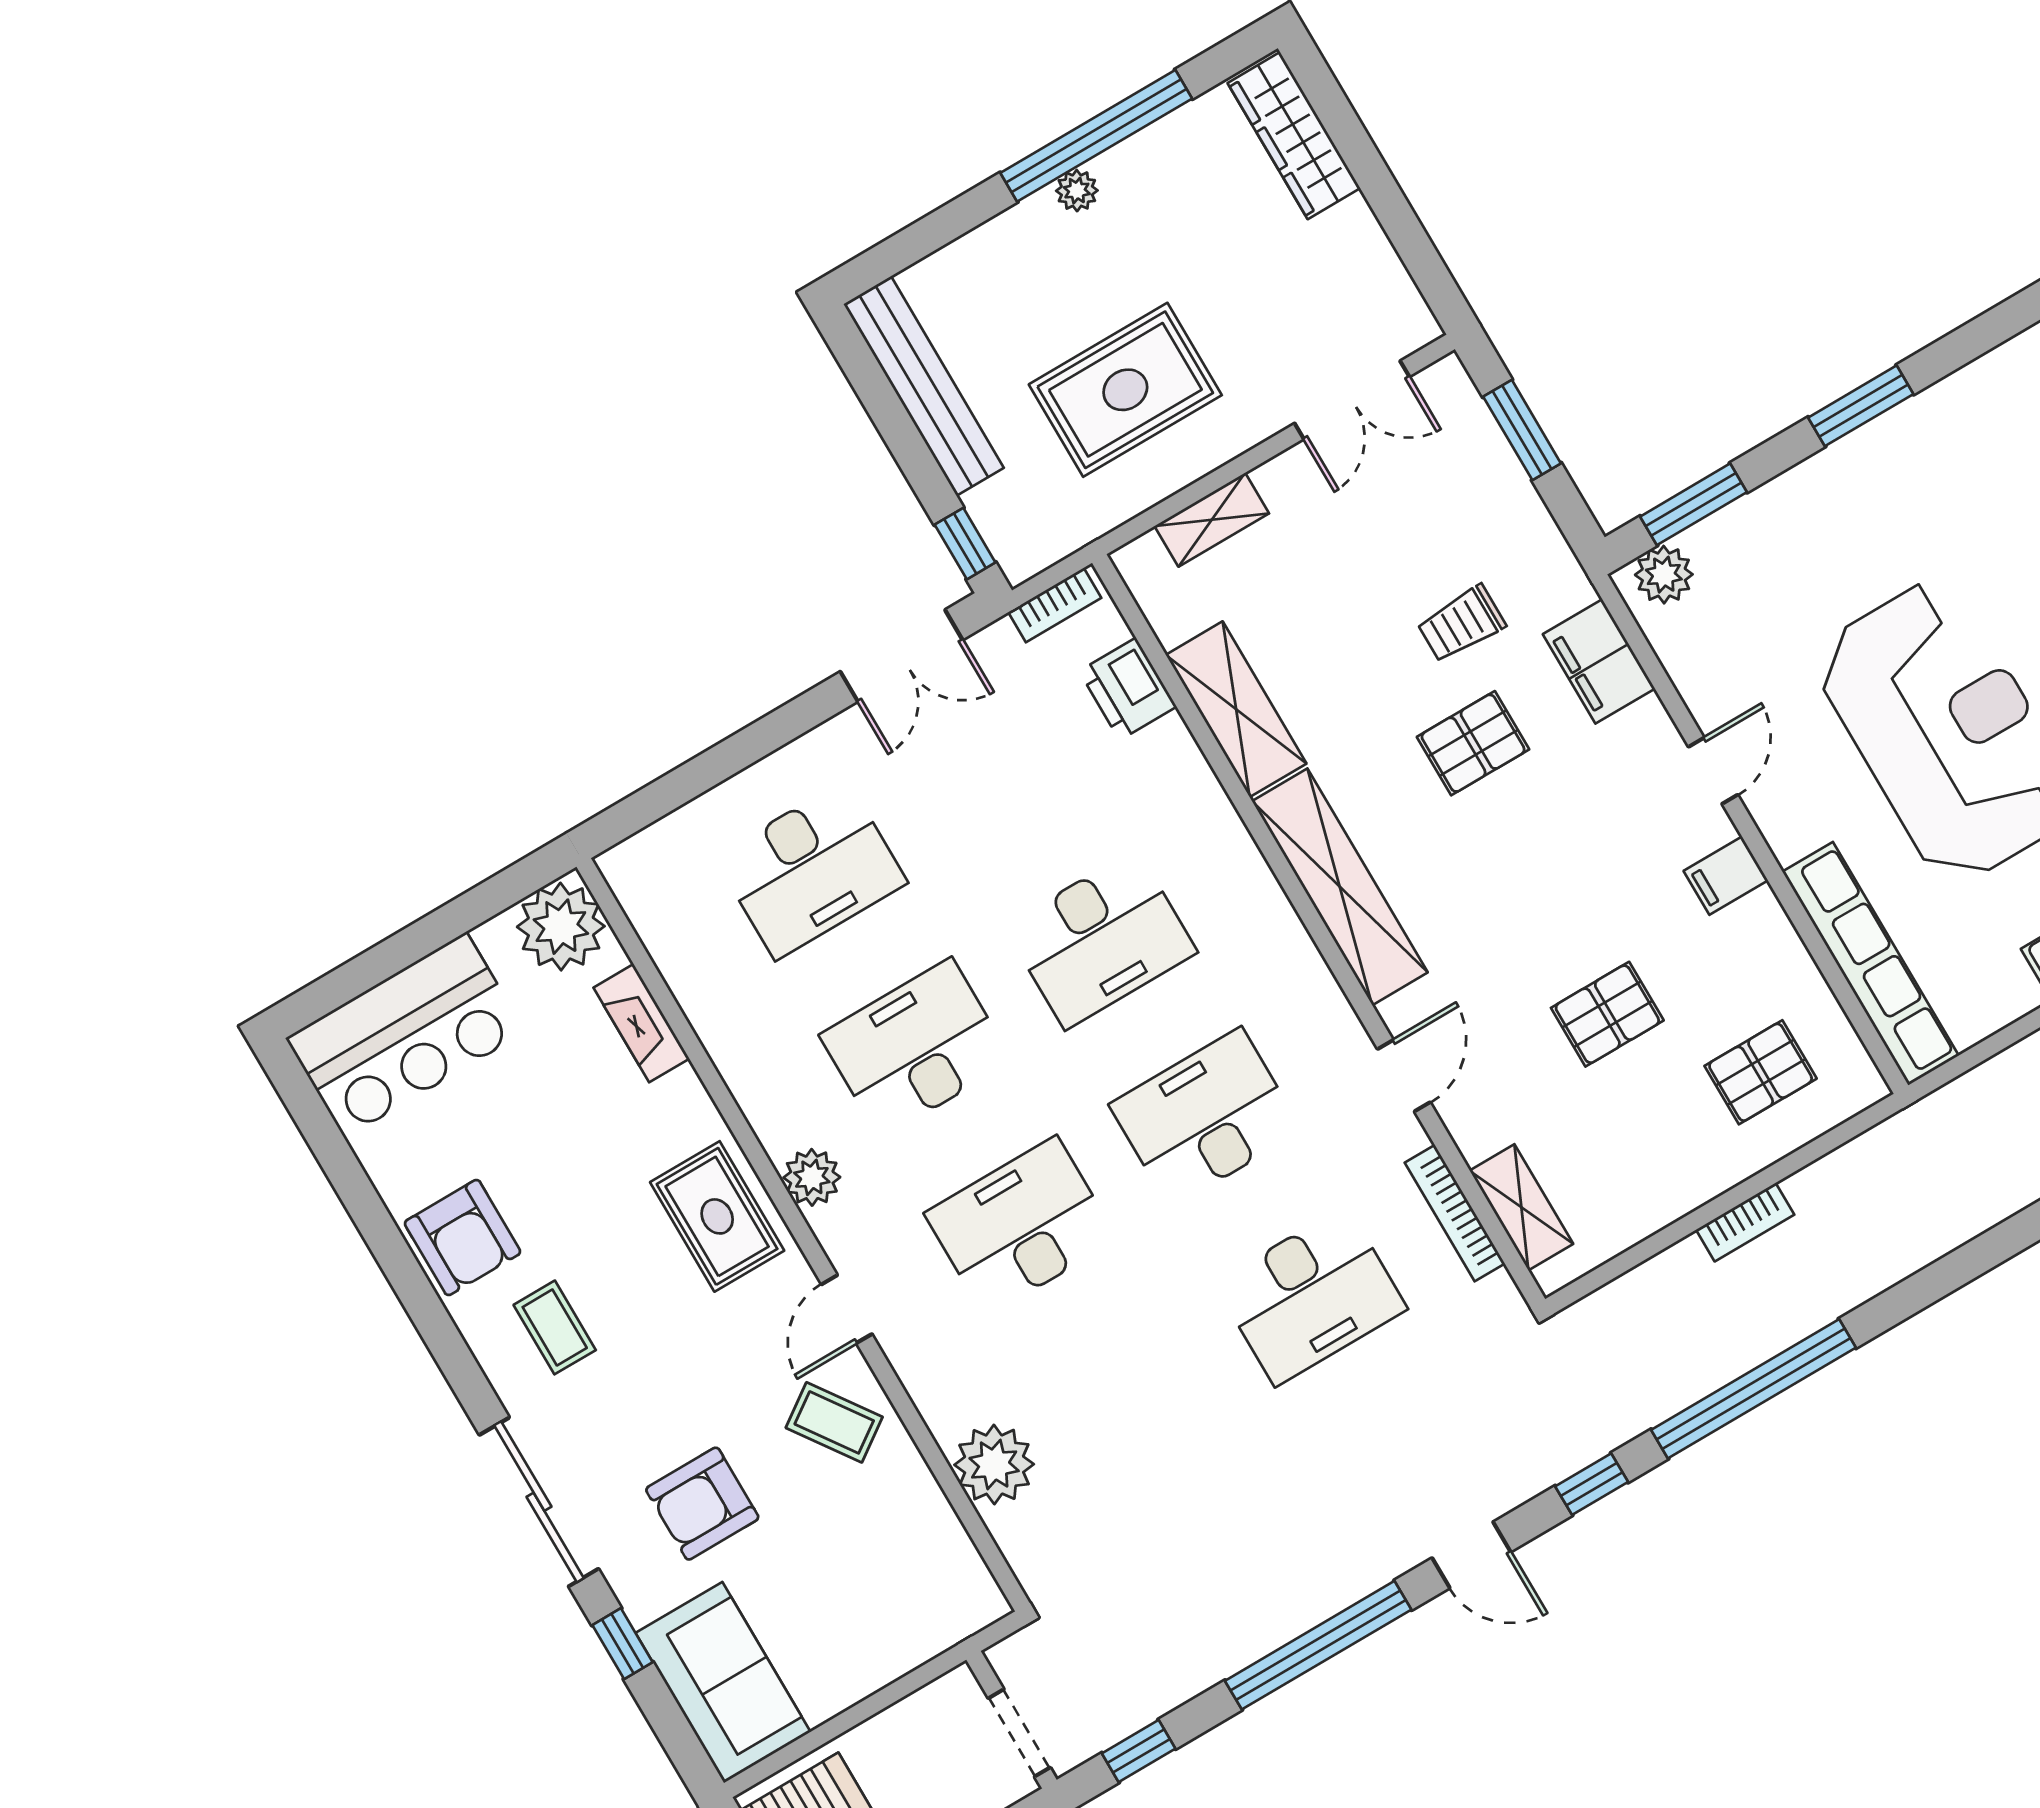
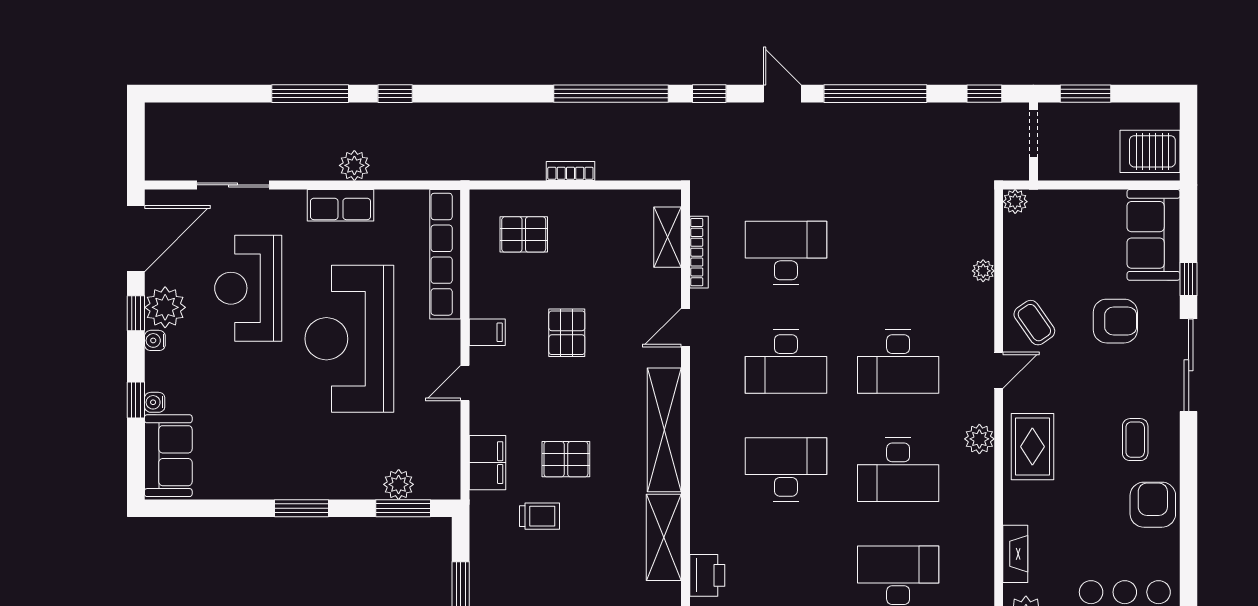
plant: (1664, 575) -> (399, 484), moved
pallet: (1607, 1014) -> (567, 333), moved, turned 90
plant: (994, 1465) -> (983, 271), width x0.53, depth x0.53
plant: (983, 1603) -> (1015, 202), added

